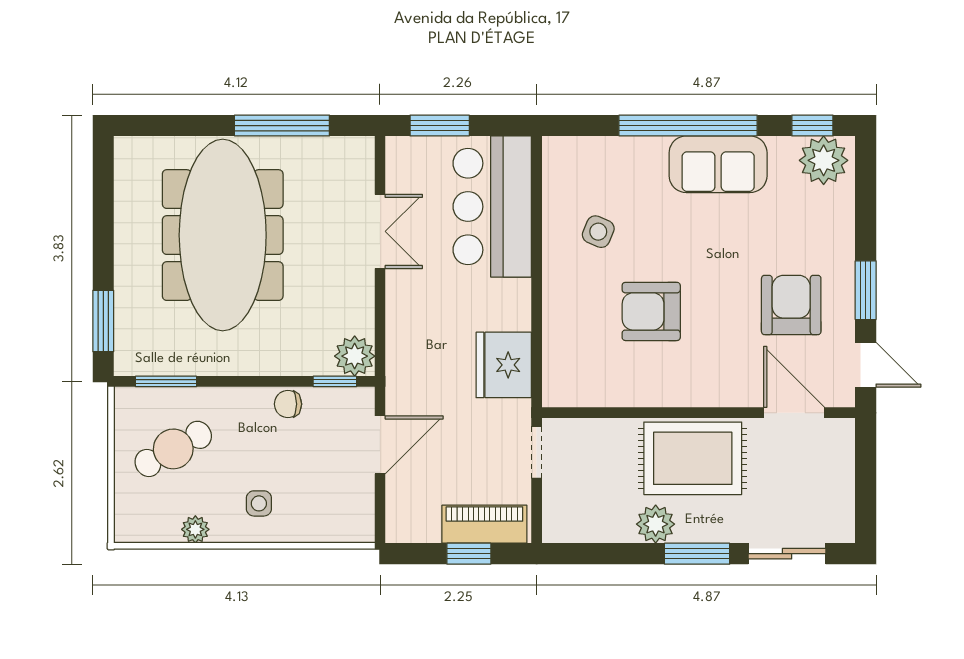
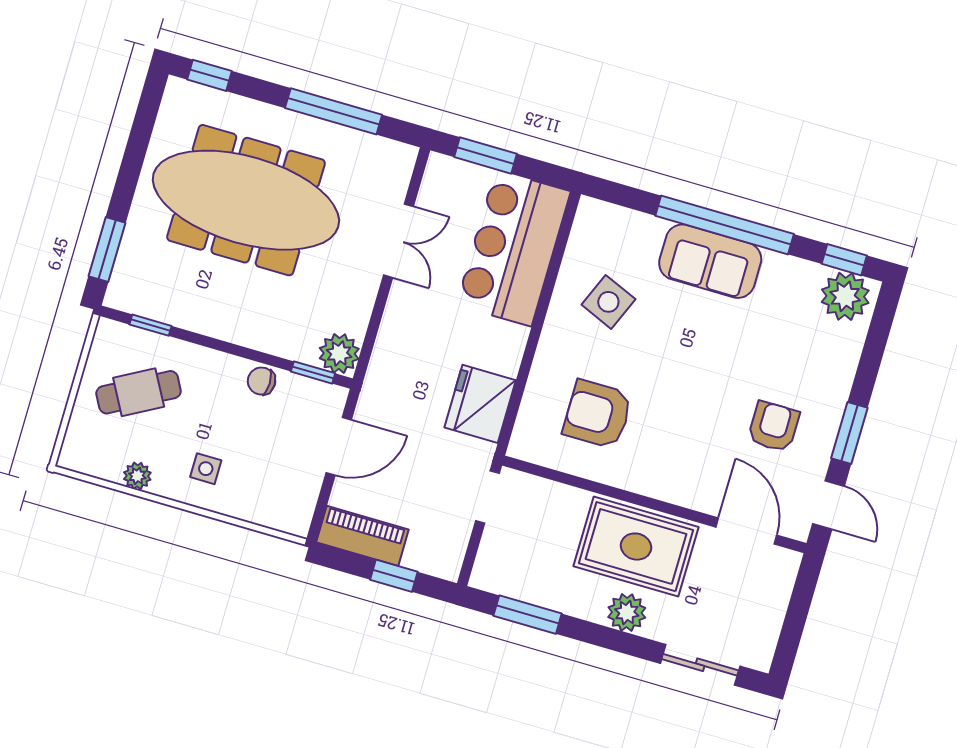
window: (153, 126) -> (209, 75), added
sofa: (718, 164) -> (710, 261), moved
side table: (598, 232) -> (608, 302), width x1.37, depth x1.37
meeting table: (223, 235) -> (246, 200), turned 90
armchair: (791, 305) -> (774, 427), width x0.72, depth x0.72
armchair: (651, 311) -> (598, 414), moved
window: (166, 381) -> (151, 325), width x0.67
piano: (484, 524) -> (362, 536), moved
plant: (656, 524) -> (627, 613), moved
window: (697, 554) -> (528, 615), moved

